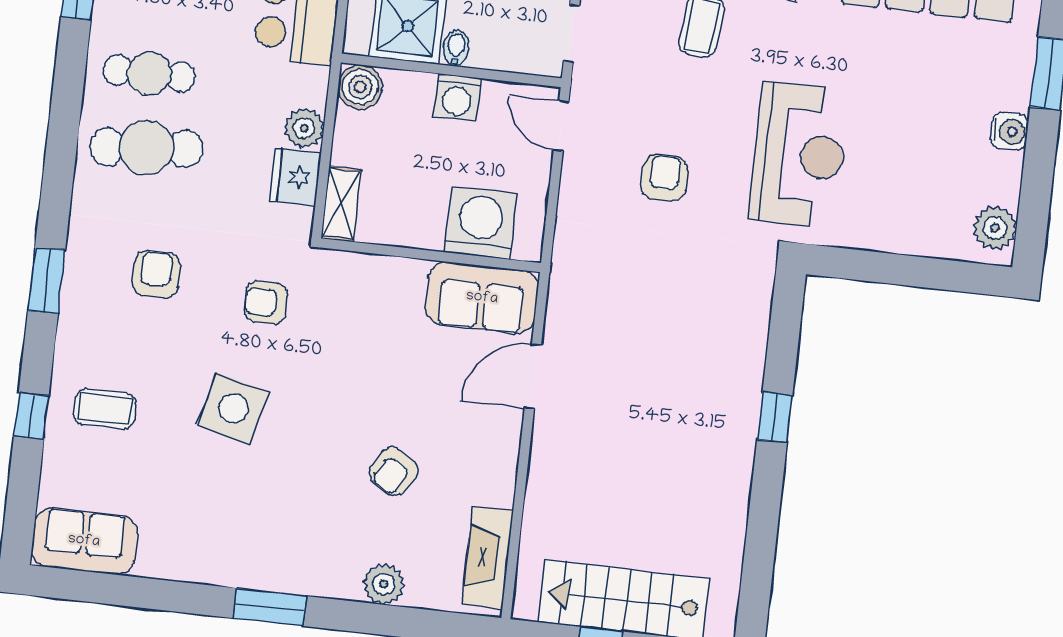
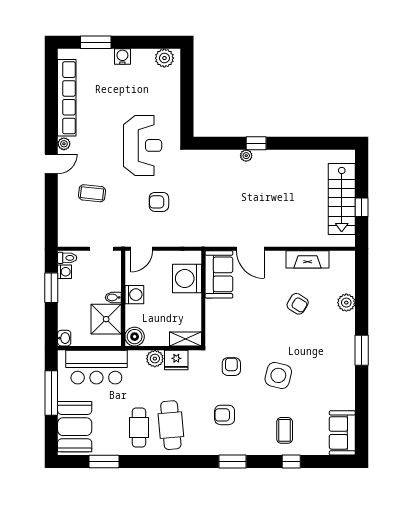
reception desk: (799, 155) -> (143, 145), turned 90
armchair: (266, 302) -> (231, 367), turned 180
plant: (749, 391) -> (246, 156), added
fireplace: (488, 557) -> (308, 259), moved

